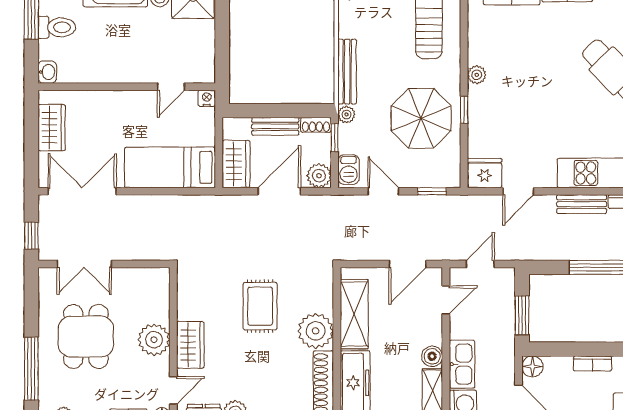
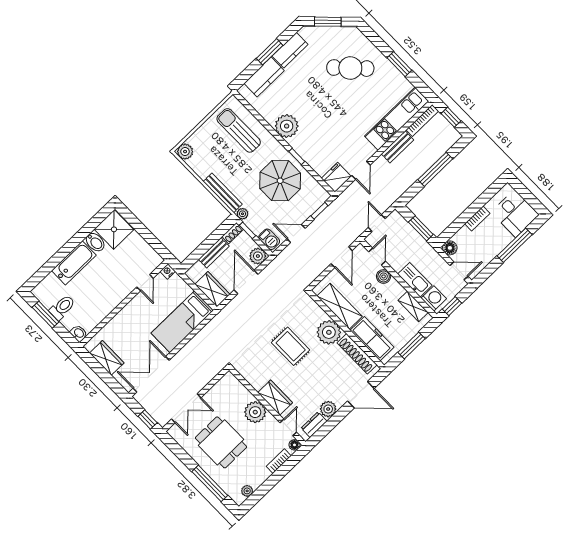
plant: (477, 75) -> (287, 126), width x1.88, depth x1.88
boiler: (432, 356) -> (384, 276), moved

